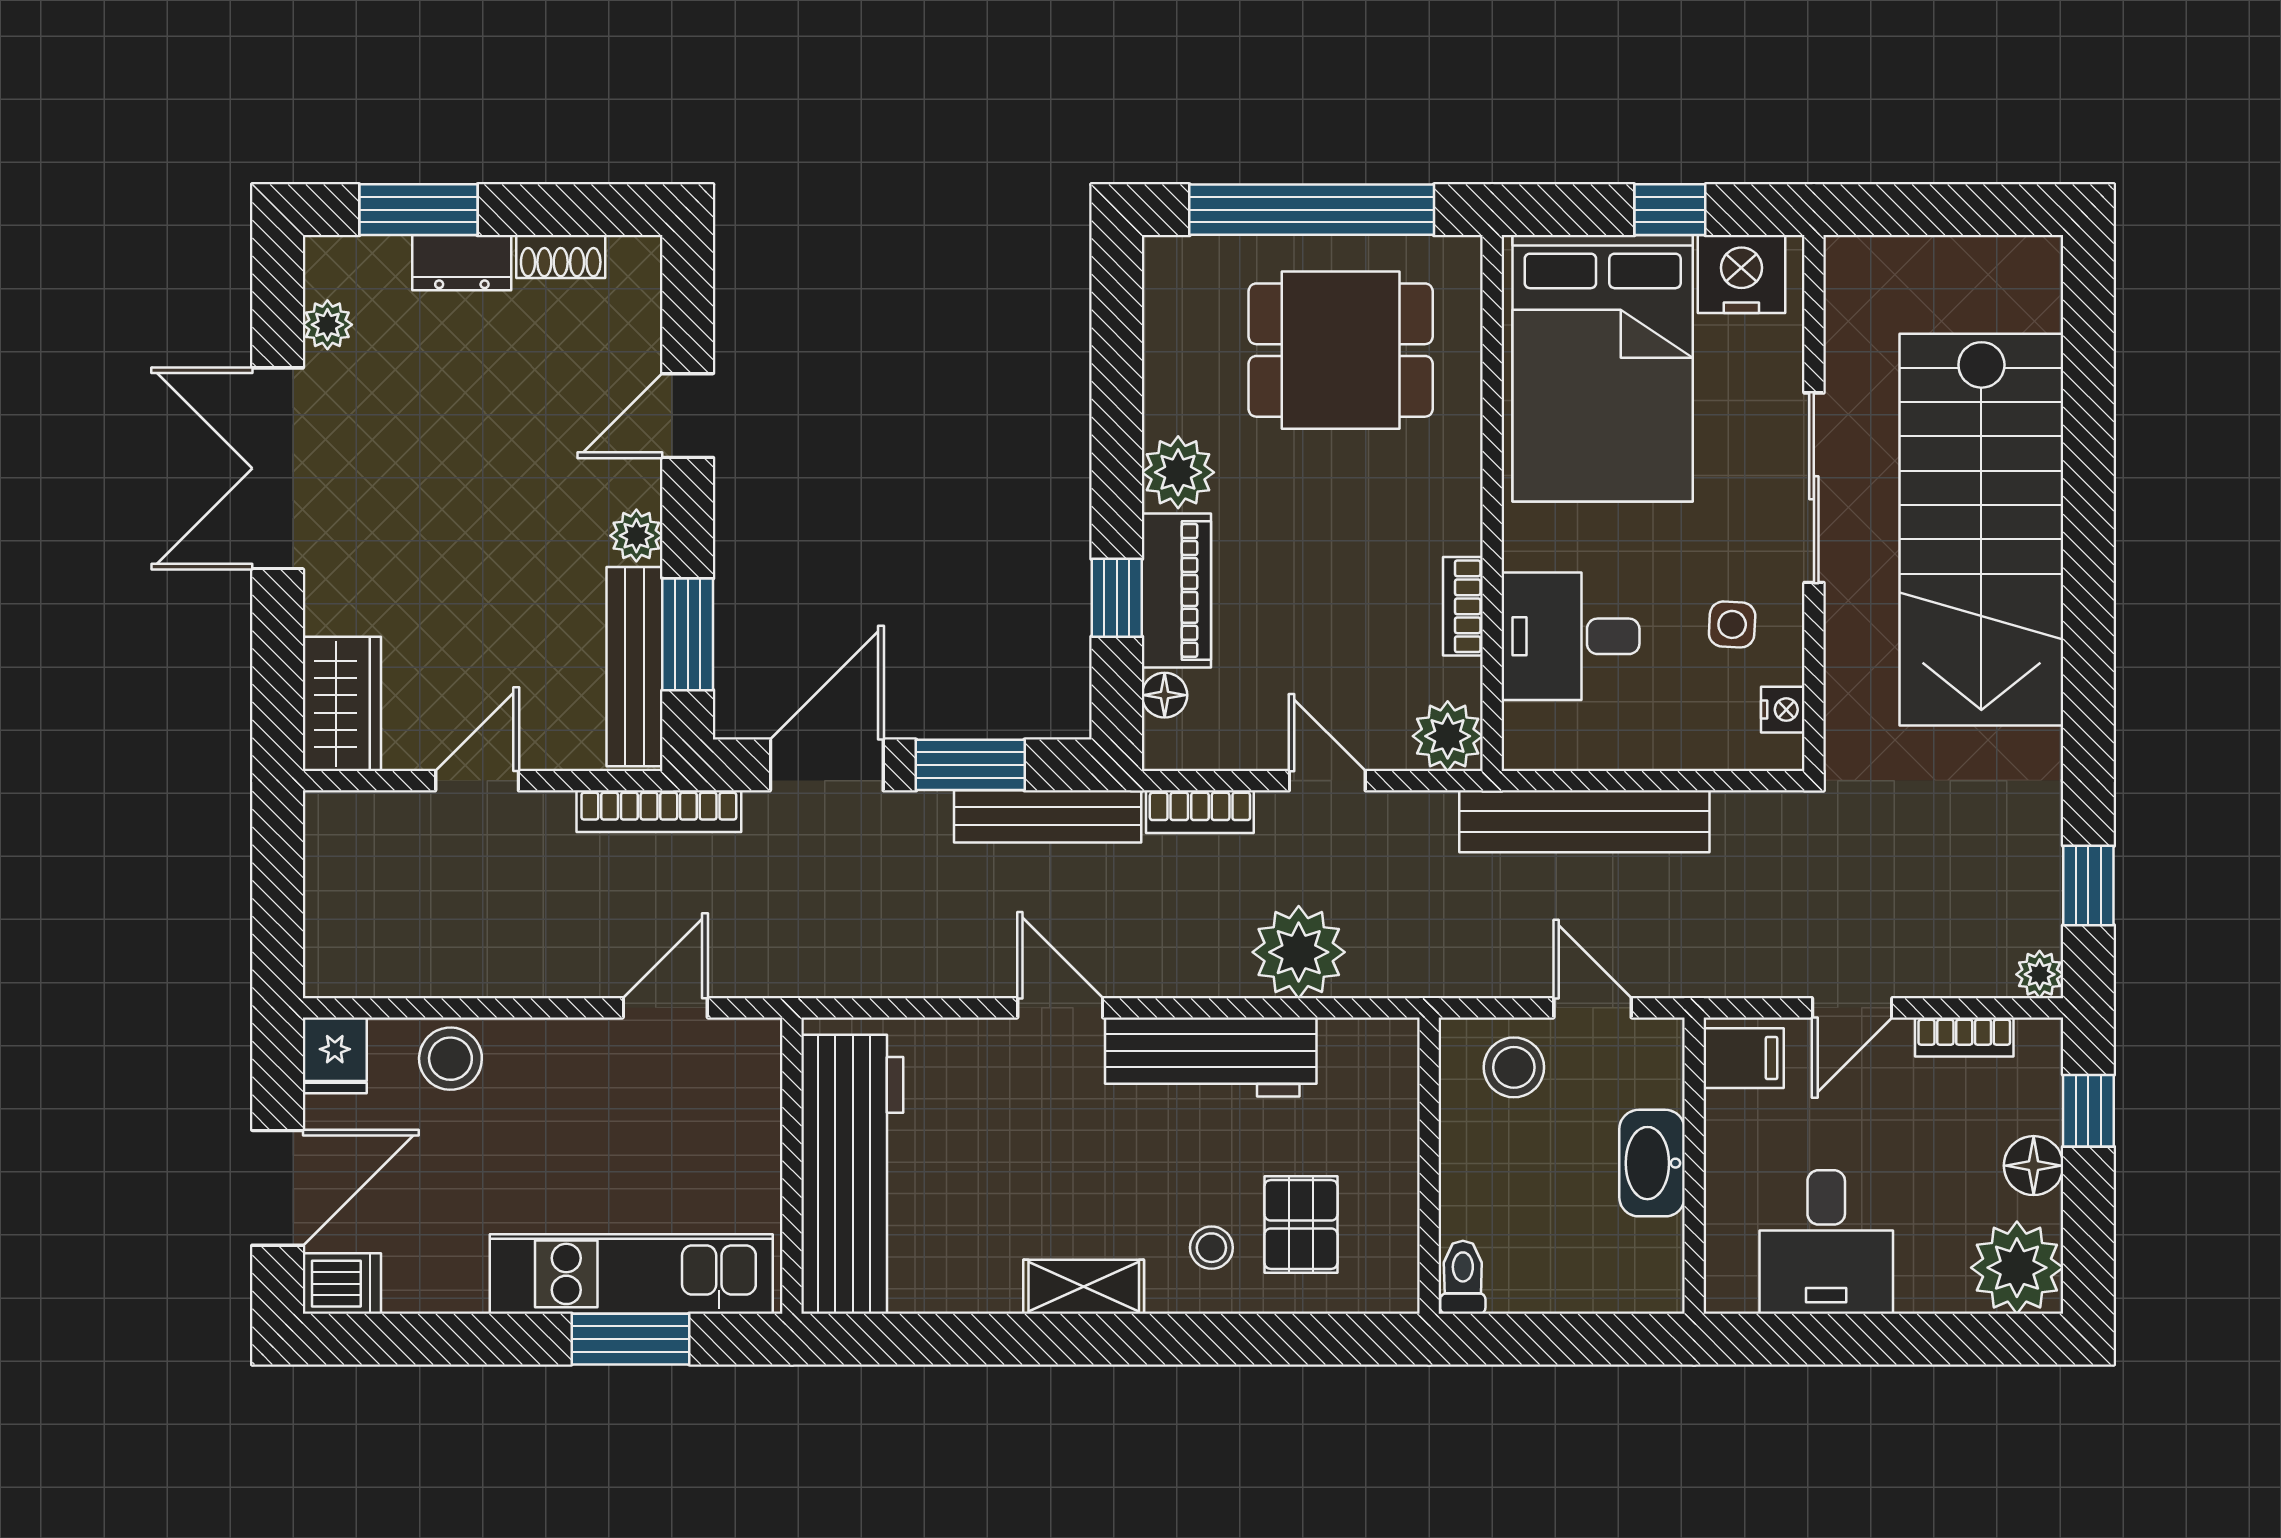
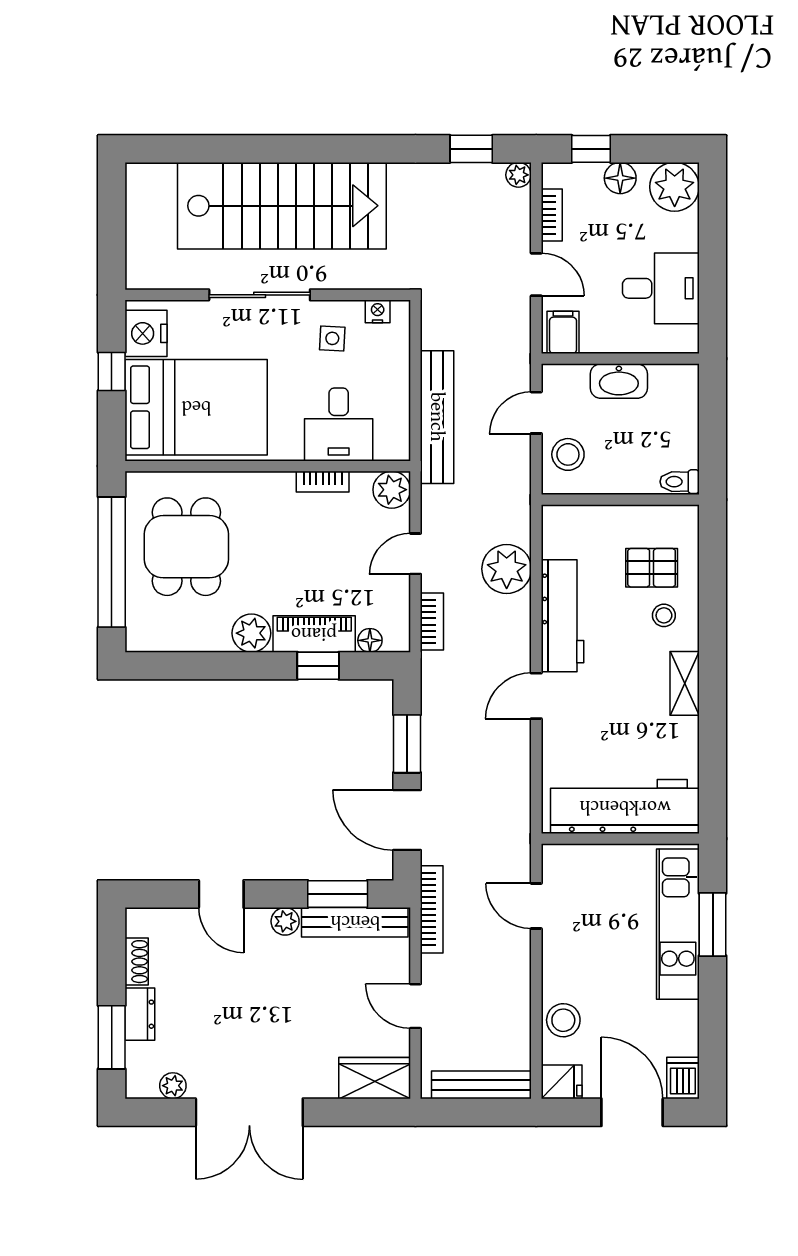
bench: (1048, 816) -> (481, 1085), moved, turned 90

